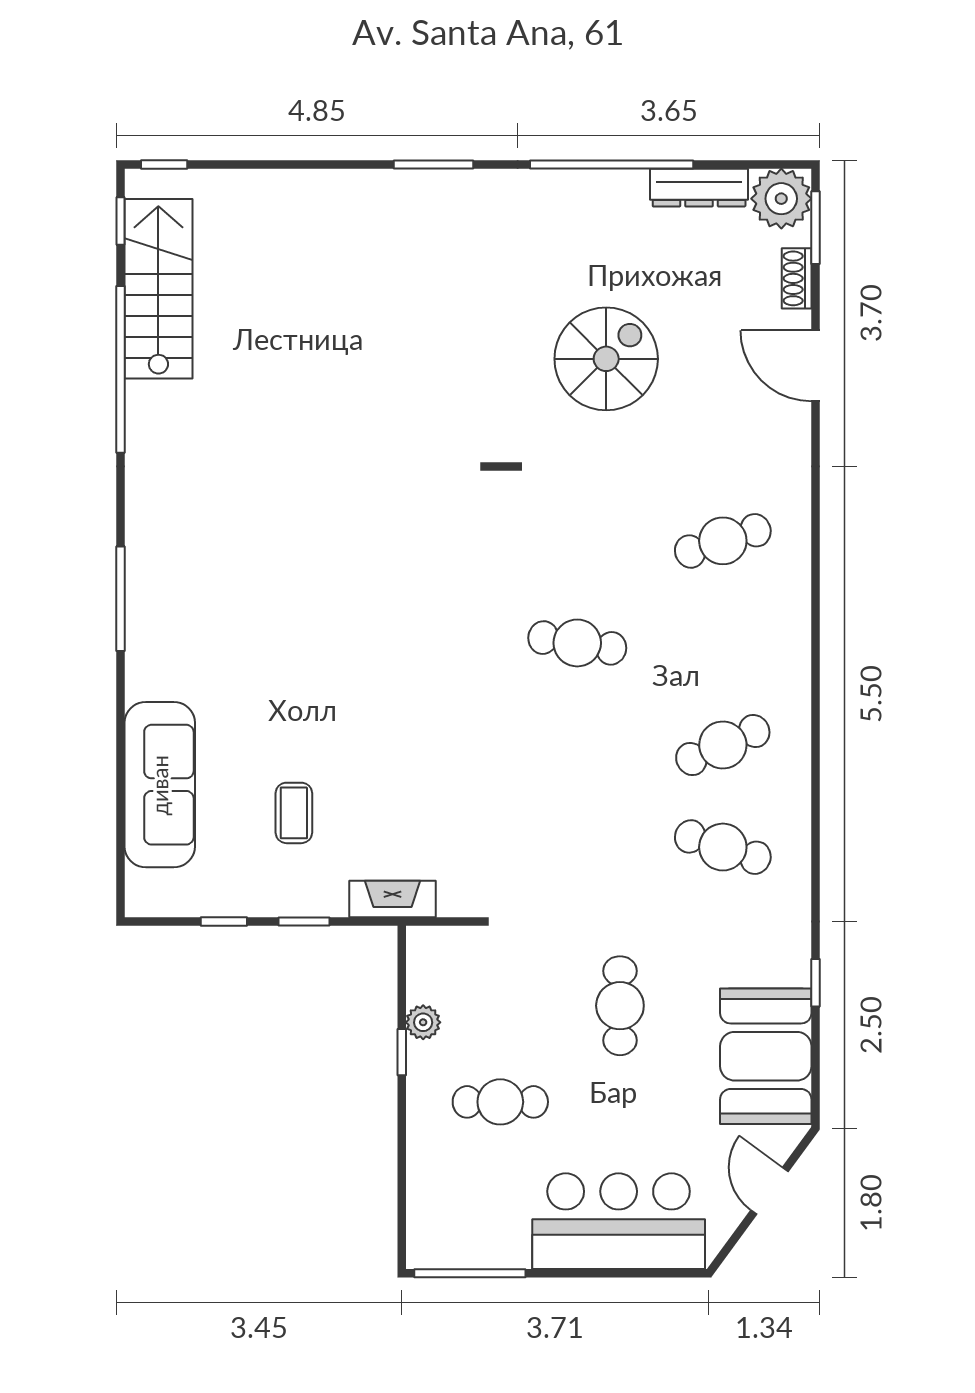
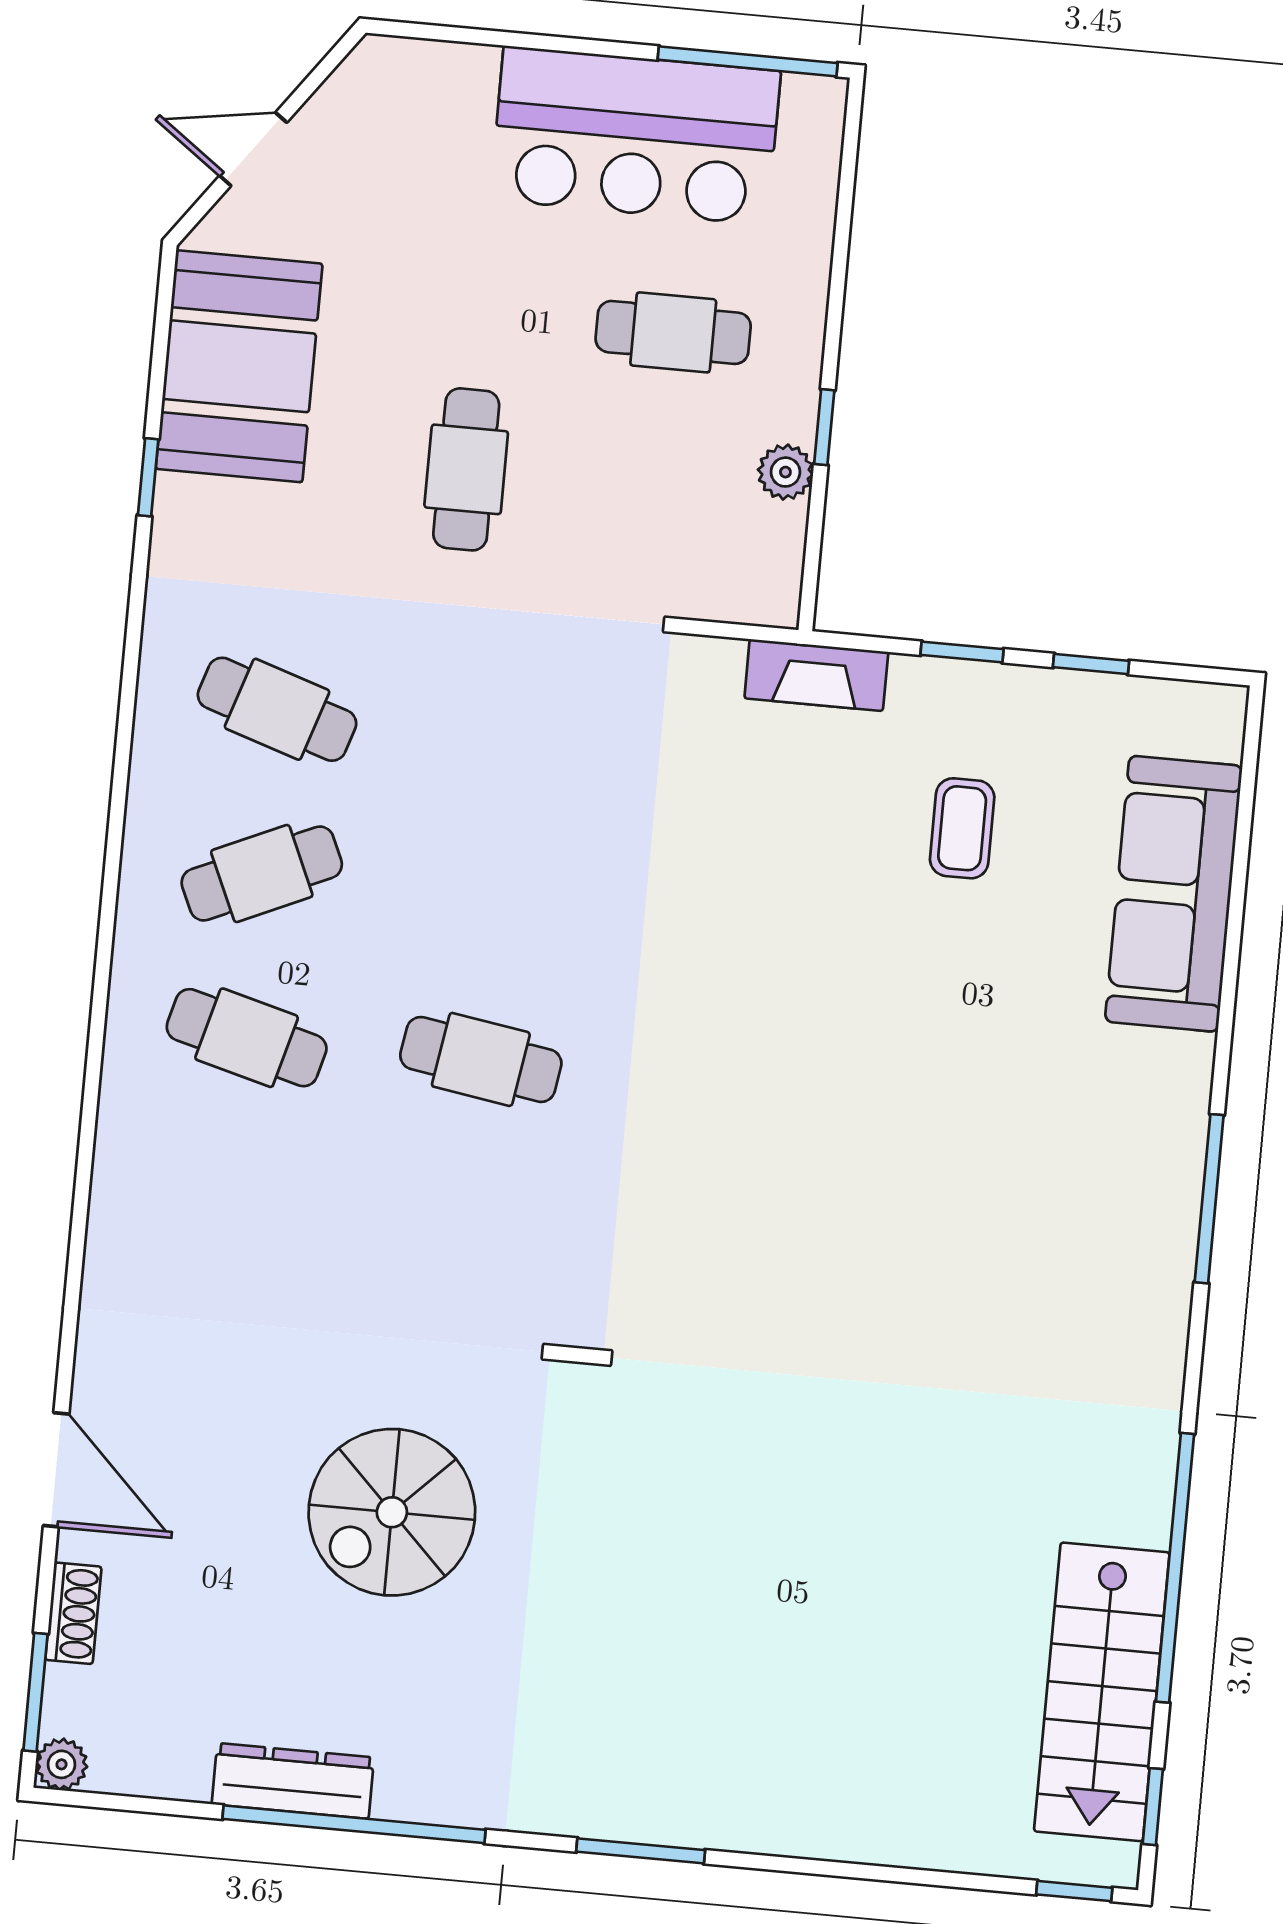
dresser: (699, 188) -> (293, 1781), moved
plant: (781, 199) -> (62, 1764), width x0.53, depth x0.53
cafe table: (723, 541) -> (247, 1038), moved, turned 33
door: (769, 1191) -> (253, 149), swing flipped
bar counter: (619, 1221) -> (635, 135), moved

